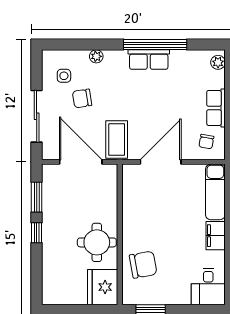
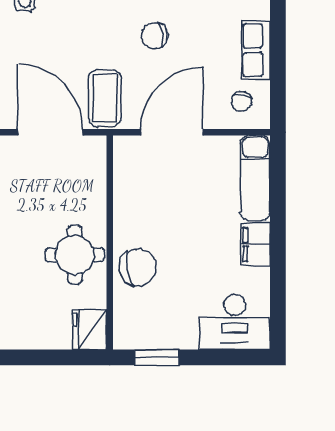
chair: (82, 98) -> (154, 36), moved
chair: (143, 265) -> (138, 268), moved
fridge: (103, 287) -> (90, 330), width x0.73, depth x0.75
desk: (208, 287) -> (235, 322), width x1.37

